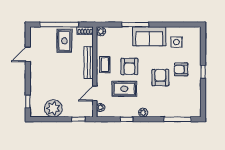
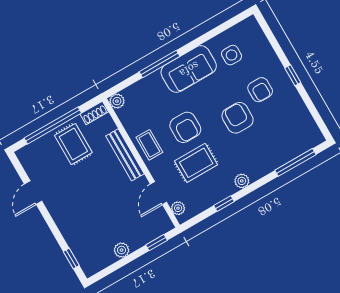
armchair: (181, 69) -> (260, 90), turned -90
plant: (53, 108) -> (122, 250), width x0.53, depth x0.53

